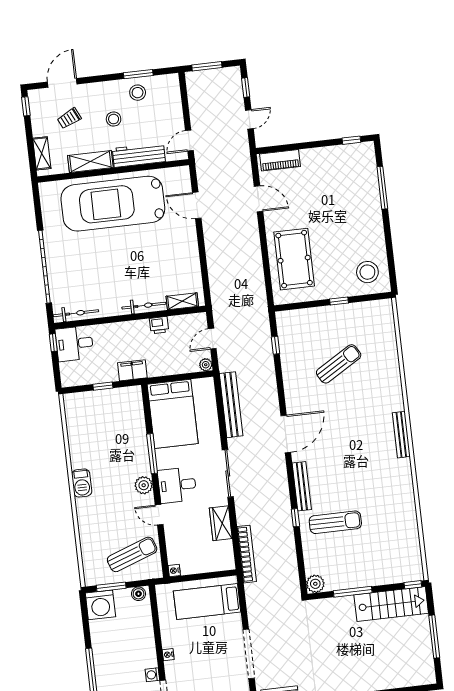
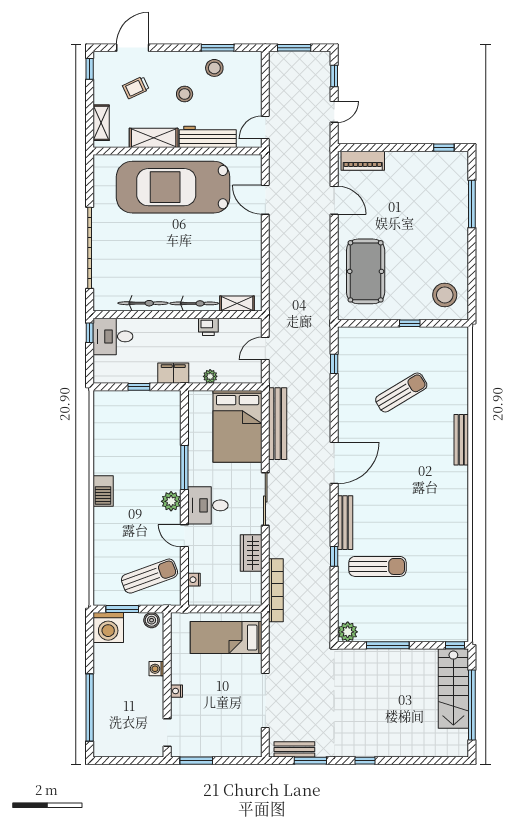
bicycle: (76, 313) -> (143, 303), moved
plant: (206, 365) -> (210, 376), moved
bed: (173, 414) -> (238, 426), moved
bench: (401, 435) -> (461, 440), moved
nightstand: (174, 571) -> (194, 580), moved
stairs: (391, 604) -> (453, 689), moved, turned 90
window: (434, 637) -> (472, 705), width x1.46
washing machine: (152, 675) -> (156, 669), moved

